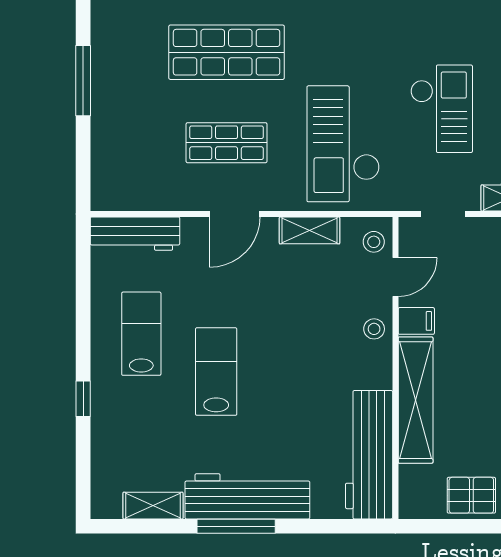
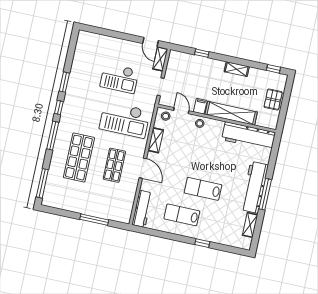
window: (83, 81) -> (94, 220), moved
checkout: (441, 109) -> (119, 78), turned 180

